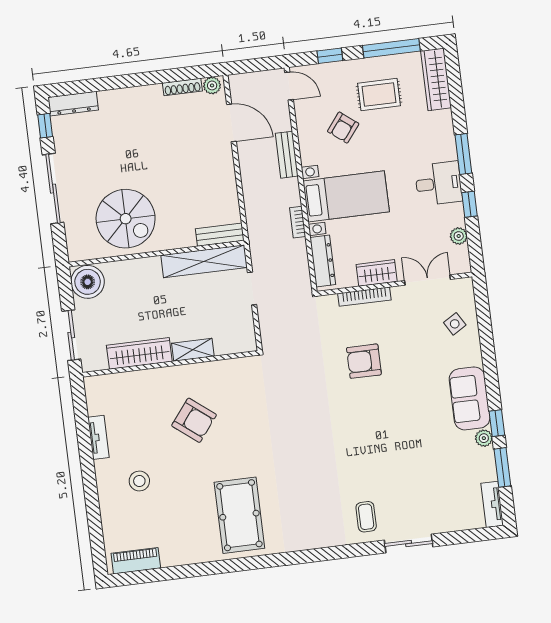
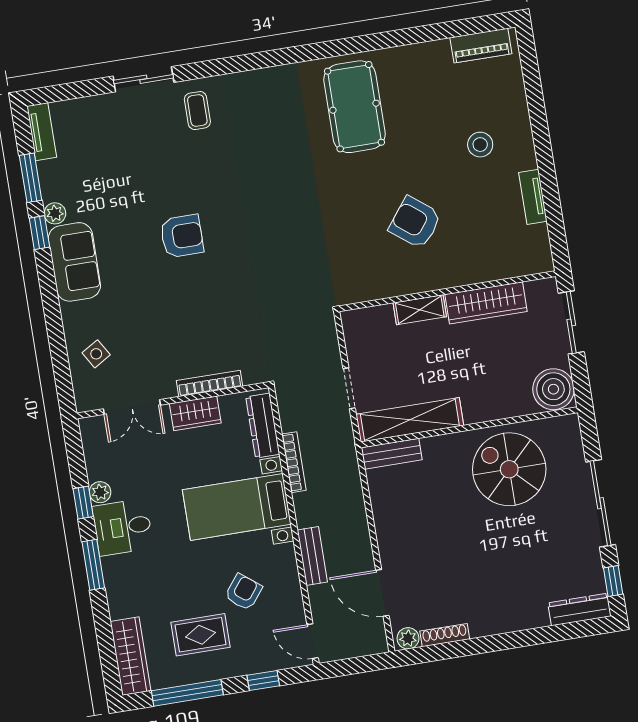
bookcase: (298, 222) -> (294, 462), width x1.56
plant: (459, 236) -> (100, 492), moved
armchair: (364, 361) -> (182, 236), moved

